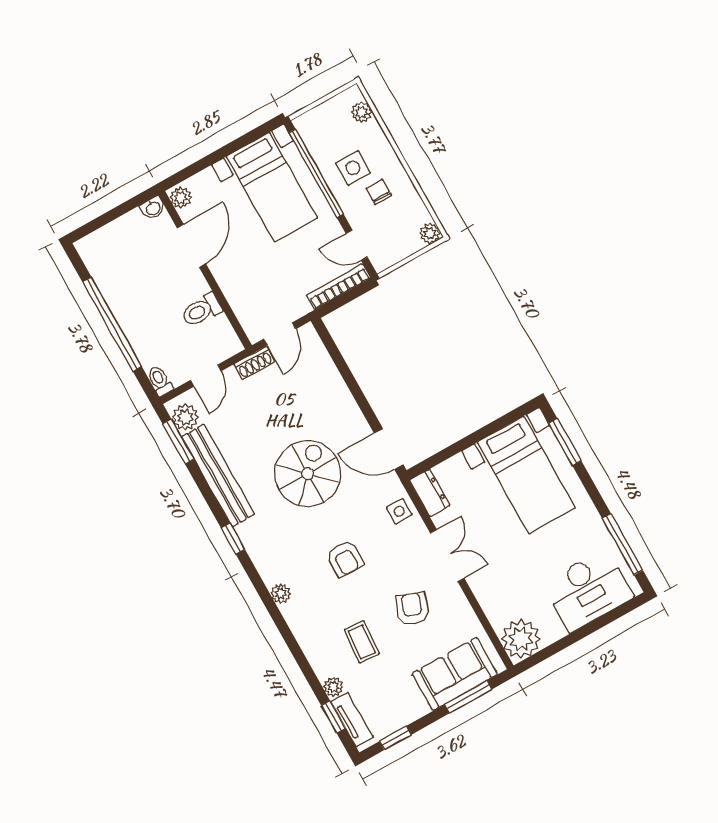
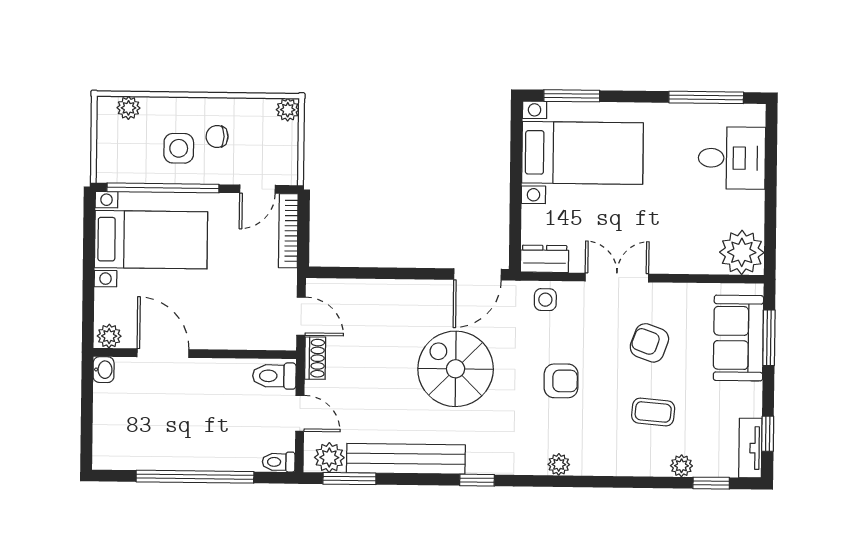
toilet: (202, 310) -> (274, 376), moved, turned 90
desk: (588, 590) -> (732, 158), width x0.73
tv unit: (352, 719) -> (750, 448), moved, turned -90

